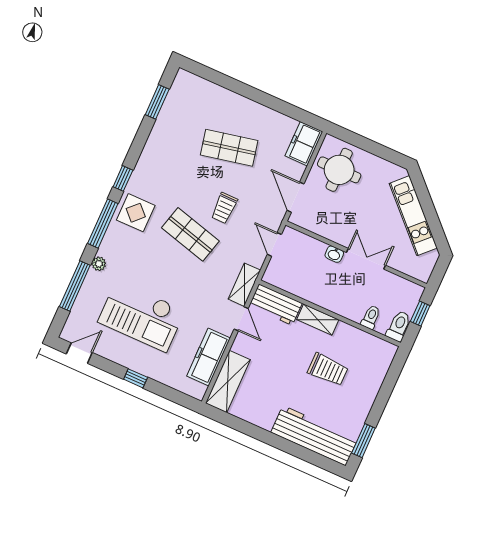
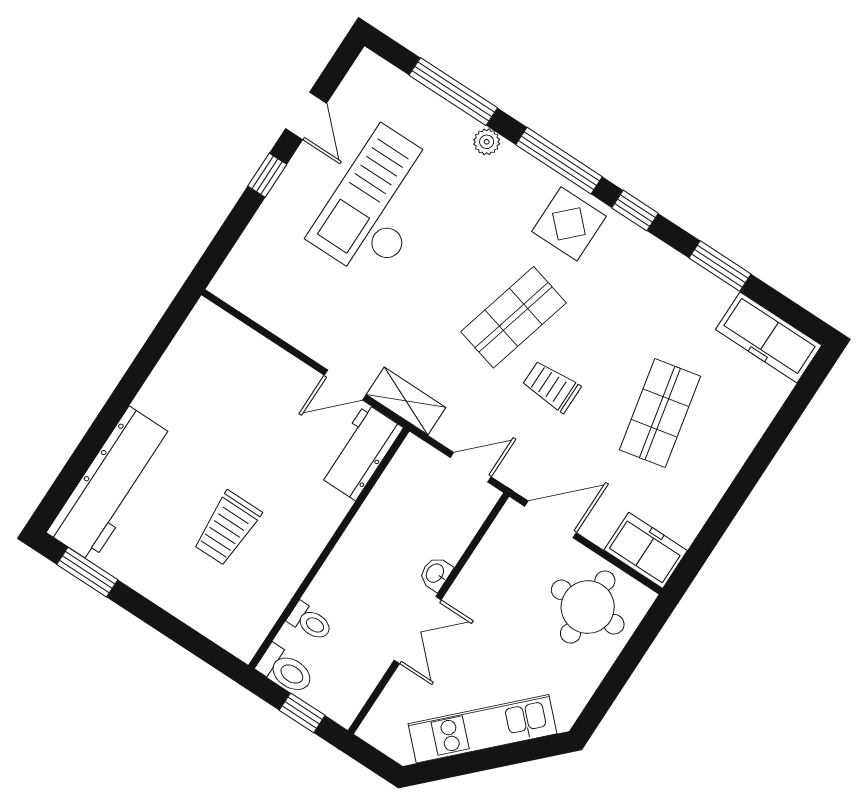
window: (157, 102) -> (720, 266), moved
shelving: (318, 320) -> (321, 524), removed
door: (79, 353) -> (306, 116), moved
freezer: (208, 357) -> (769, 337), moved, turned 180
shelving: (228, 381) -> (235, 343), removed

